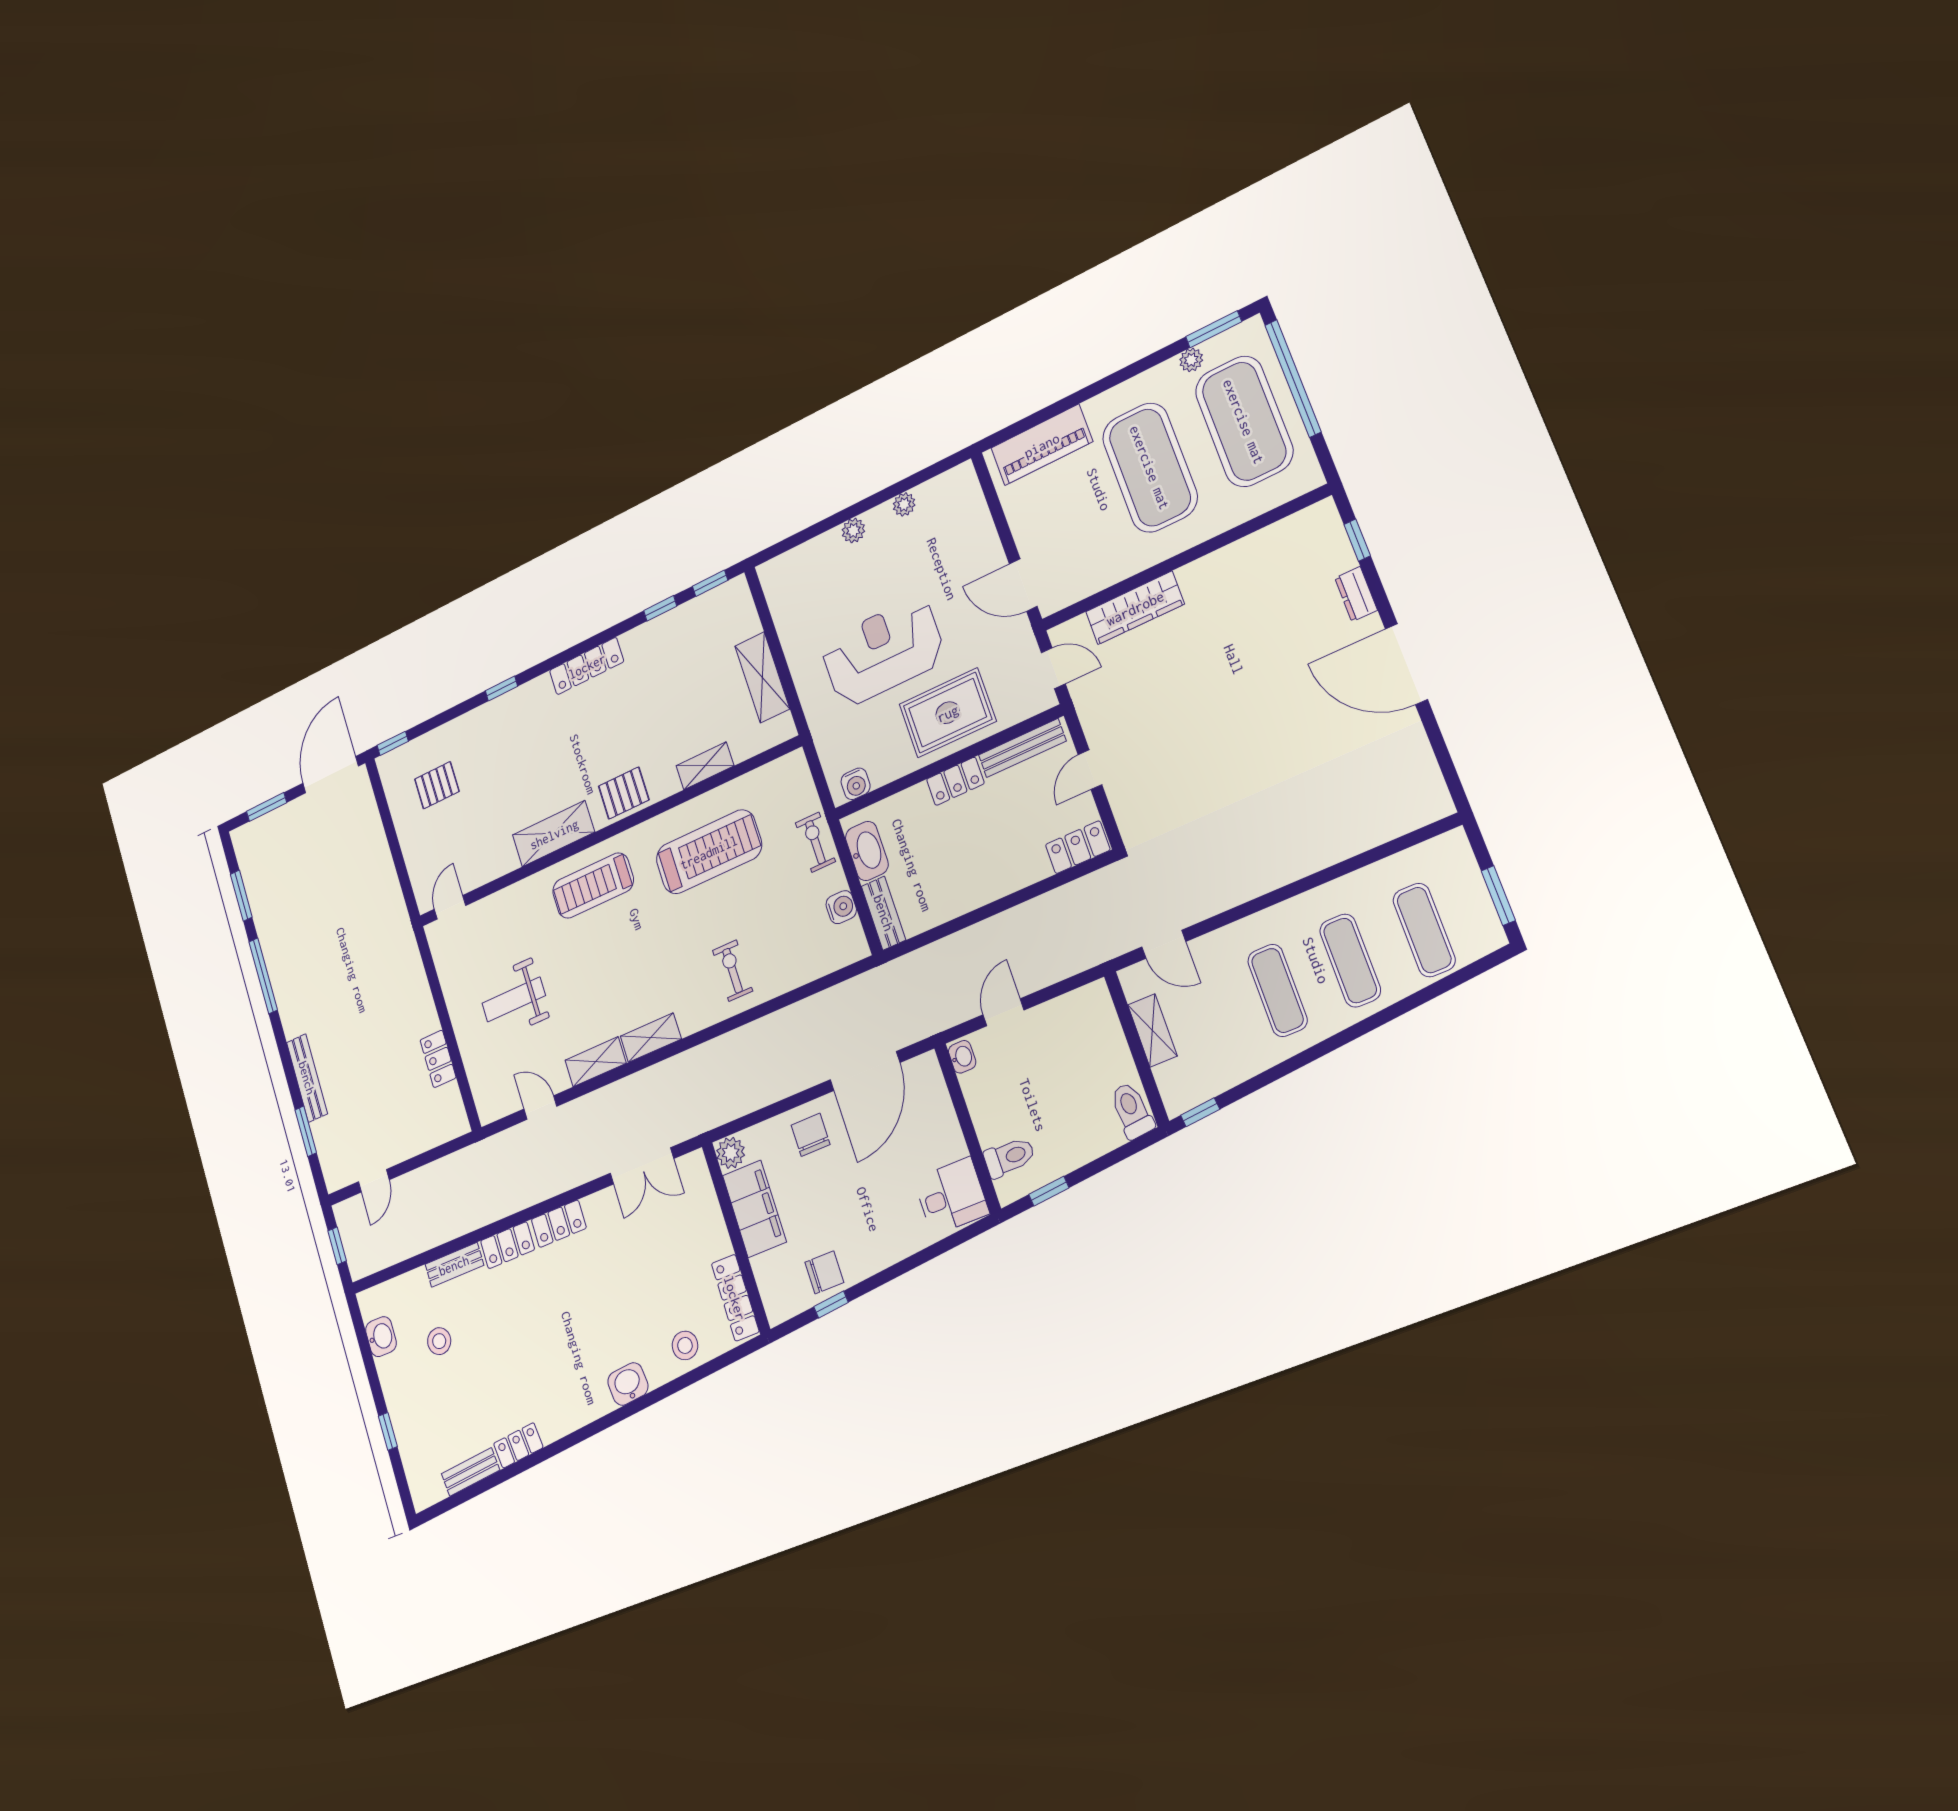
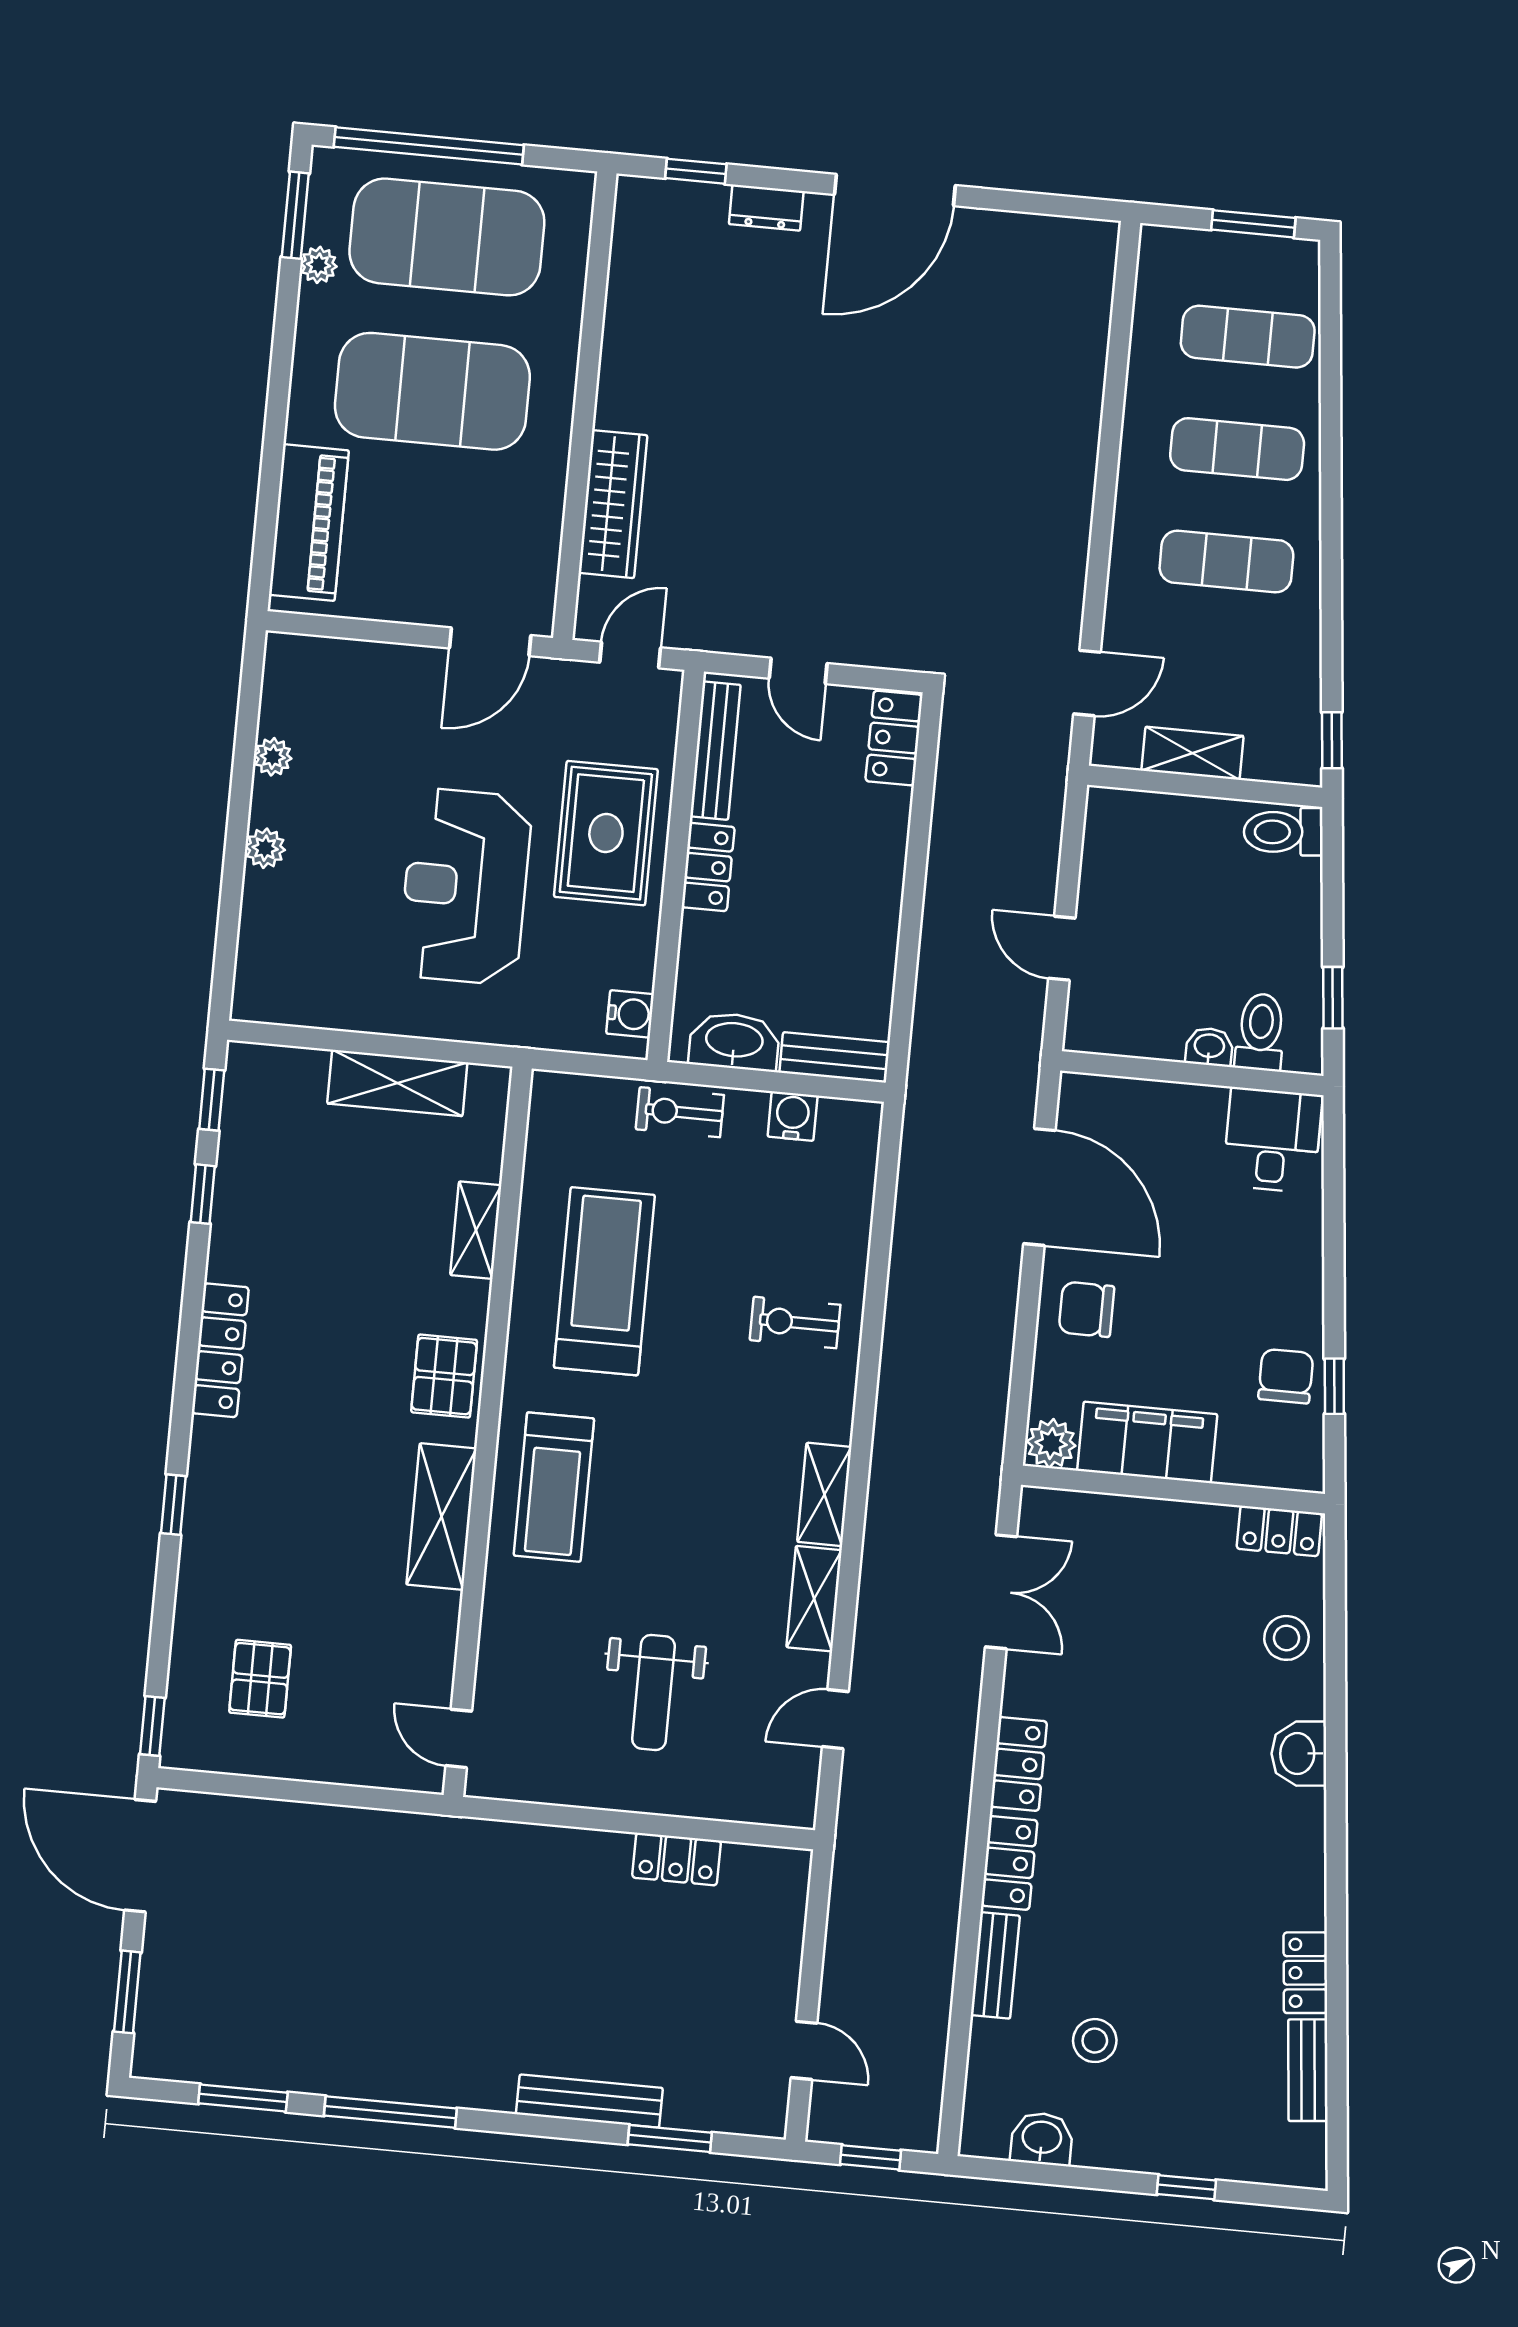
washbasin: (962, 1057) -> (1209, 1047), moved
locker: (735, 1298) -> (1279, 1531), width x0.66

